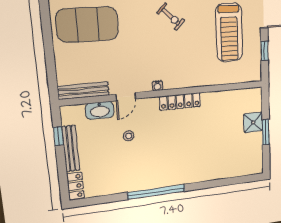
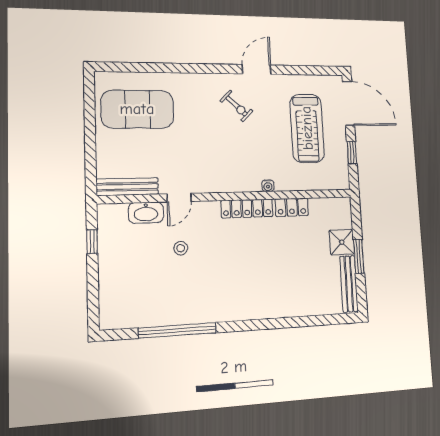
water cooler: (157, 86) -> (268, 186), moved
bench: (71, 149) -> (349, 284), moved
locker: (75, 186) -> (292, 207), moved, turned 90
window: (156, 192) -> (177, 330), moved

